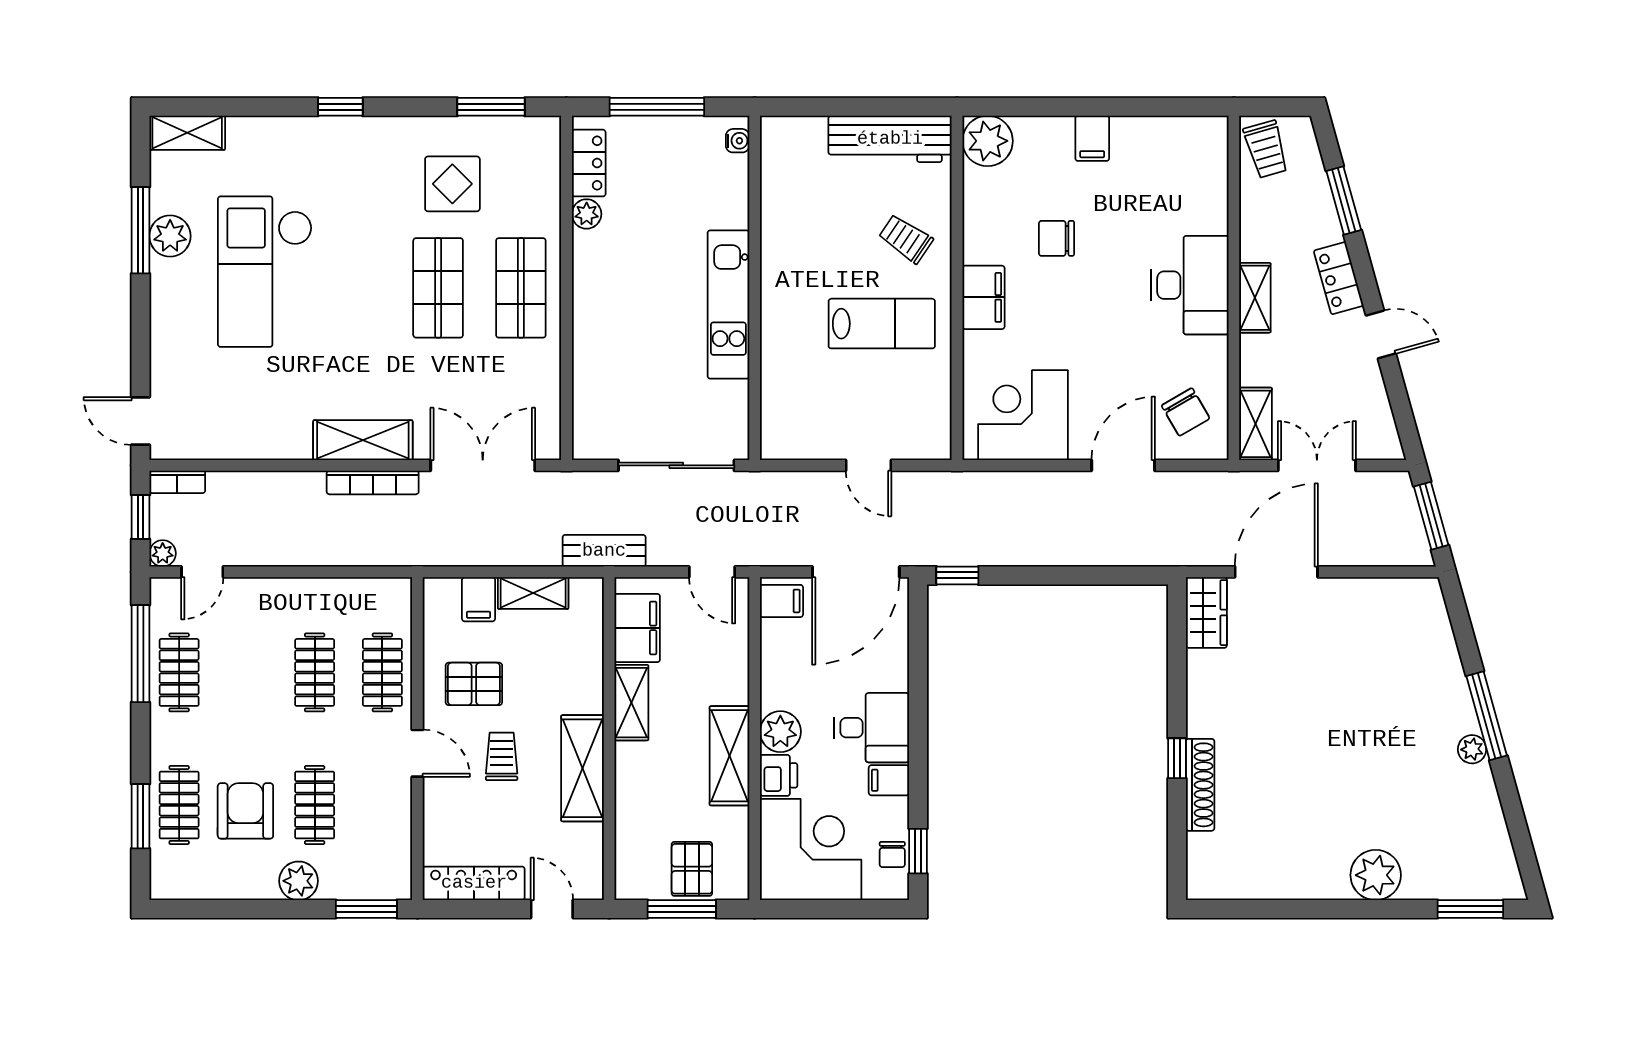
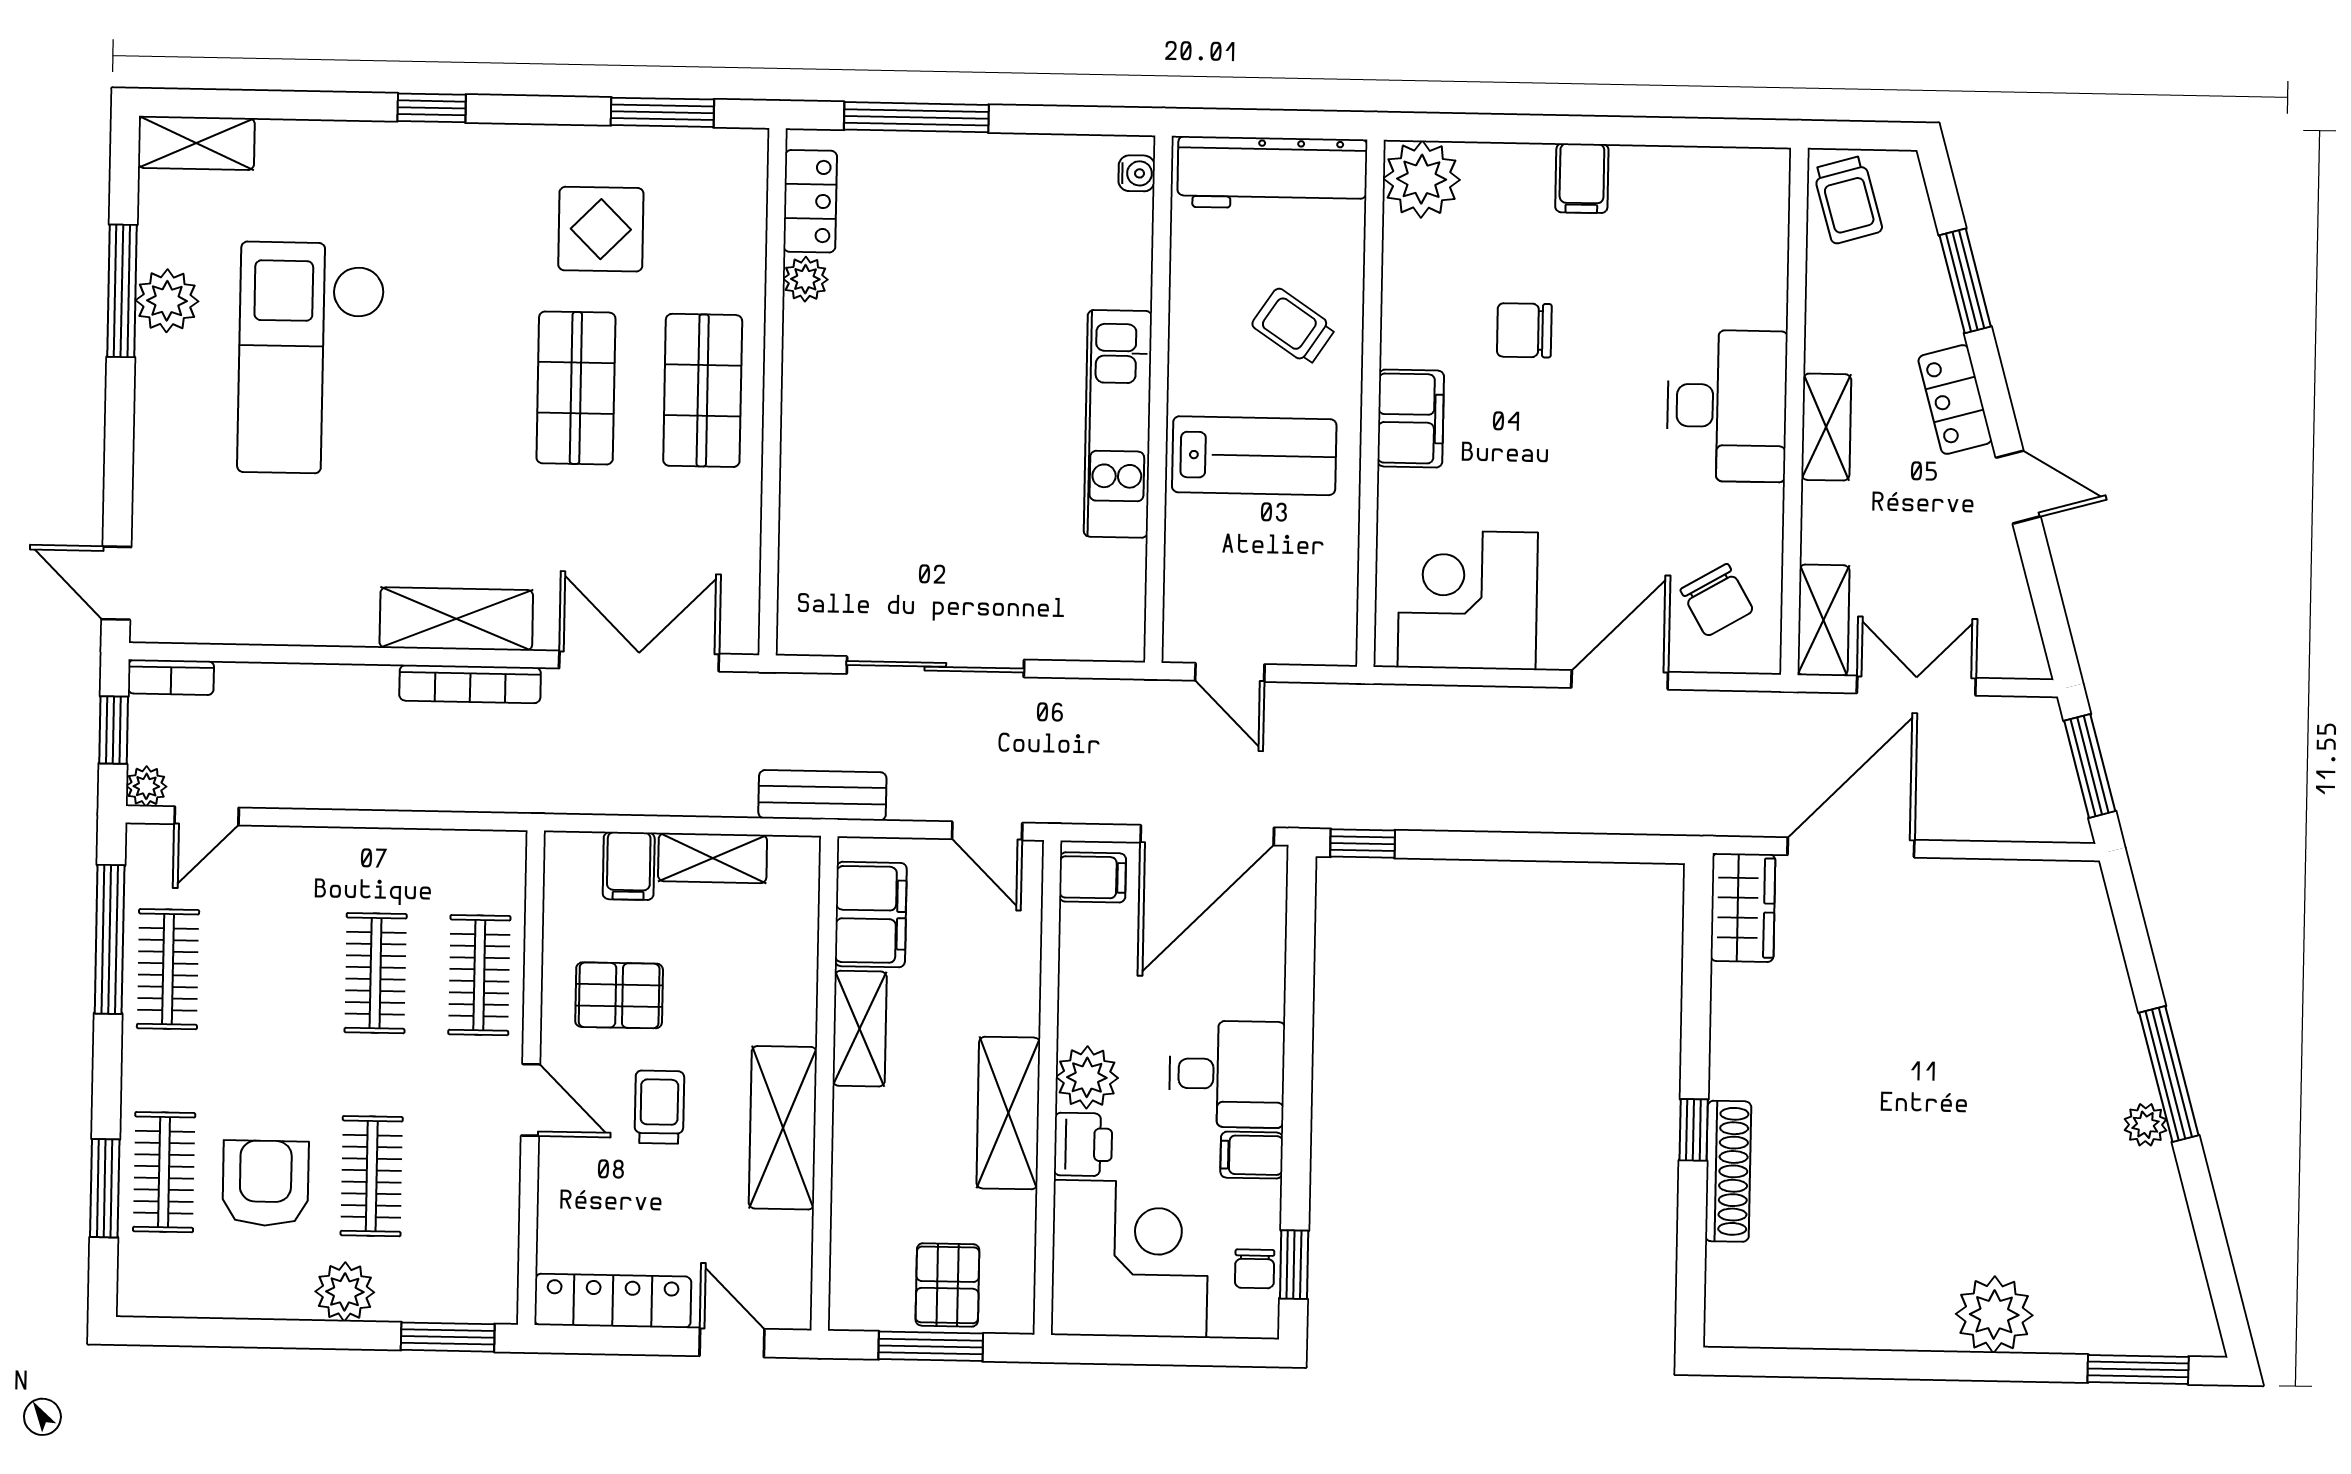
water cooler: (738, 141) -> (1137, 173), moved
wall: (755, 288) -> (1158, 399), moved
kitchen unit: (728, 305) -> (1118, 424), moved

